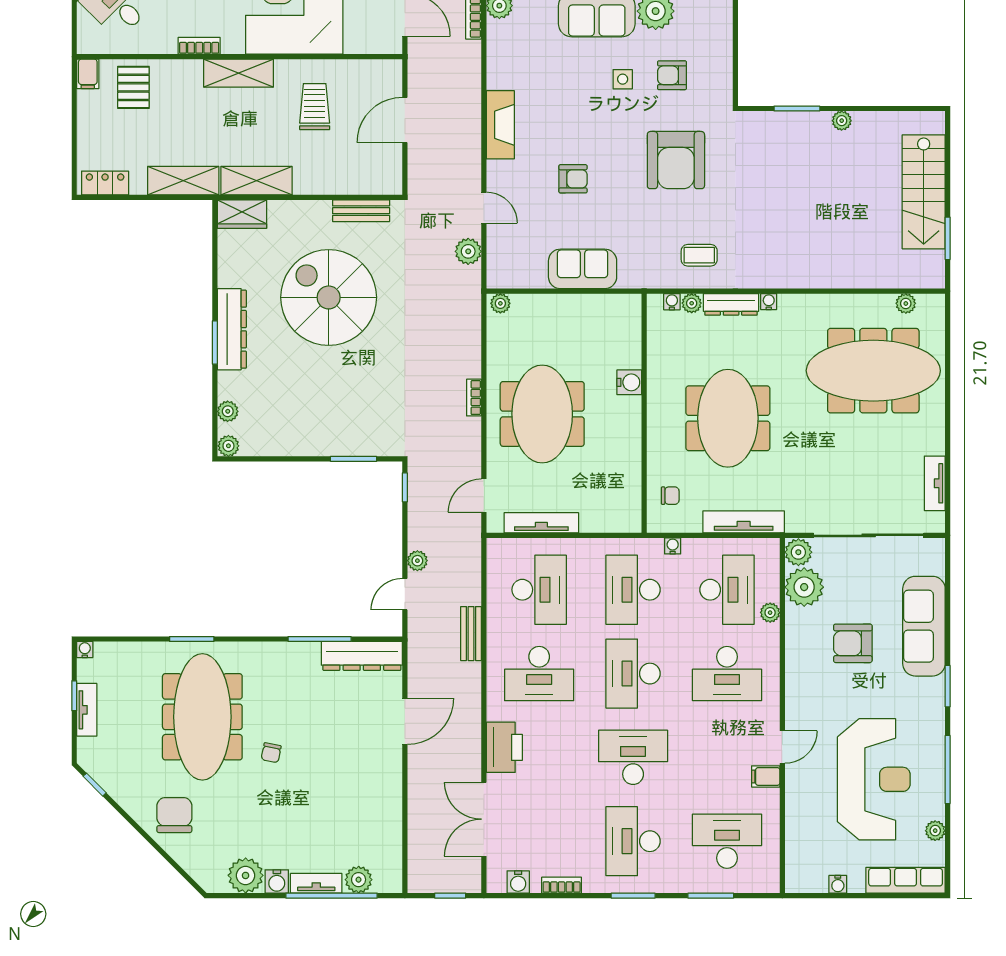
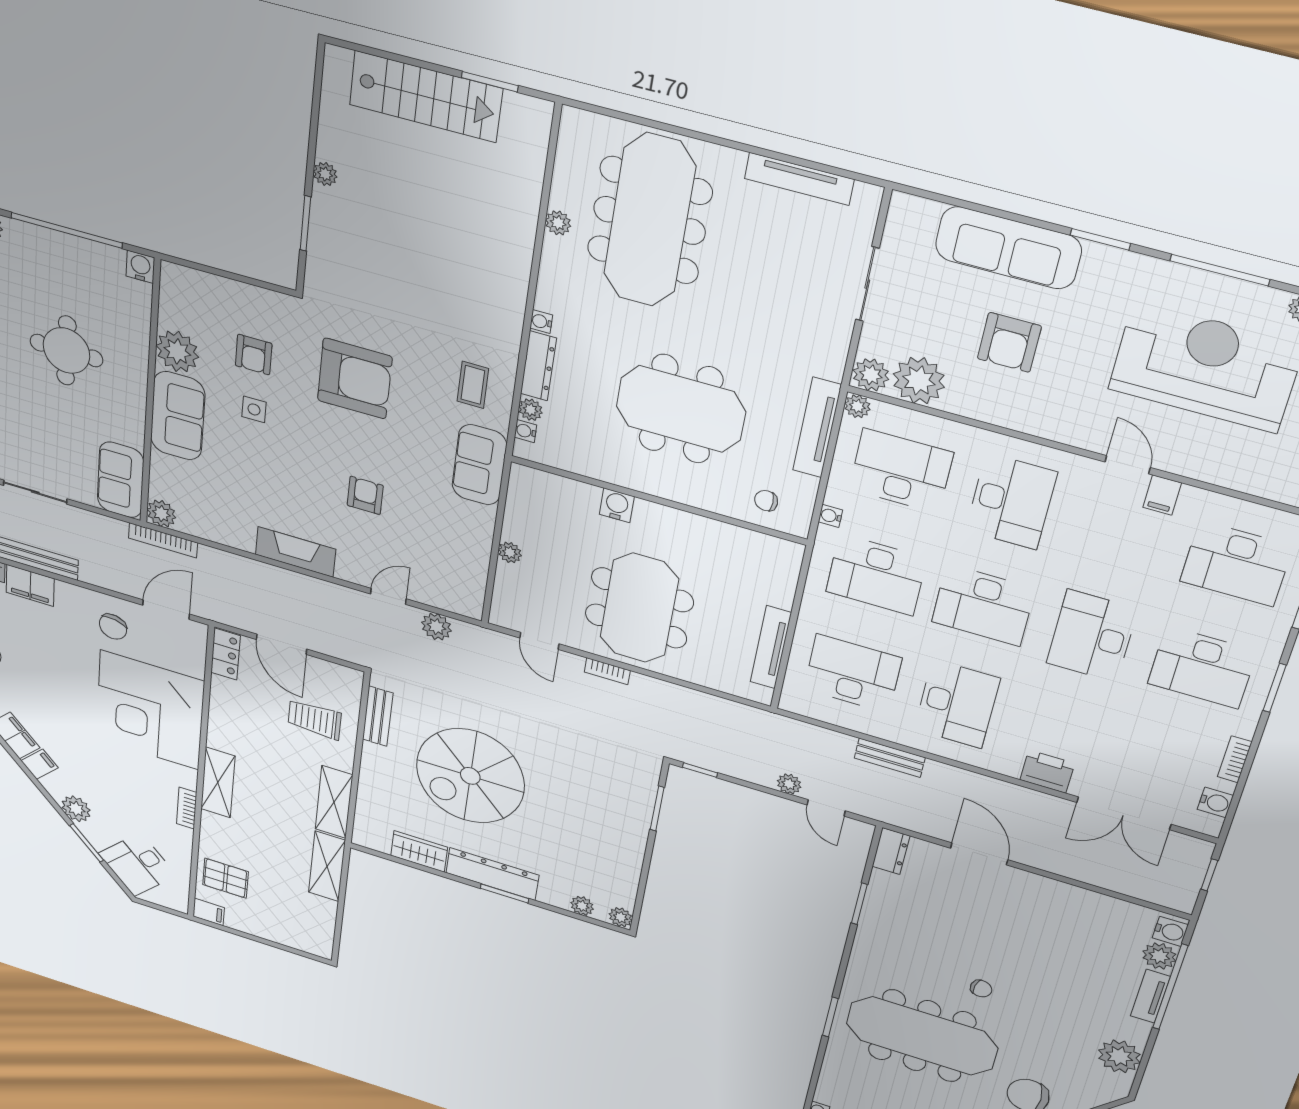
trolley: (315, 107) -> (315, 719), moved
locker: (105, 183) -> (225, 654), moved, turned 180
wardrobe: (242, 214) -> (419, 851), moved, turned -90
sofa: (583, 269) -> (479, 465), moved
plant: (500, 303) -> (510, 552), moved
plant: (906, 303) -> (558, 223), moved
meeting table: (542, 414) -> (639, 608), turned 90
tv unit: (935, 483) -> (799, 179), width x1.41
door: (484, 496) -> (539, 641), moved
chair: (670, 496) -> (766, 501), turned -90
sliding door: (869, 535) -> (867, 284), width x0.54
plant: (770, 613) -> (857, 406), moved
window: (320, 639) -> (859, 904), width x0.69
dresser: (362, 656) -> (891, 851), width x0.51, depth x0.80
printer: (504, 747) -> (1047, 772), width x0.73, depth x0.84
desk: (727, 841) -> (1236, 564), turned -90
water cooler: (277, 881) -> (1170, 931), moved

